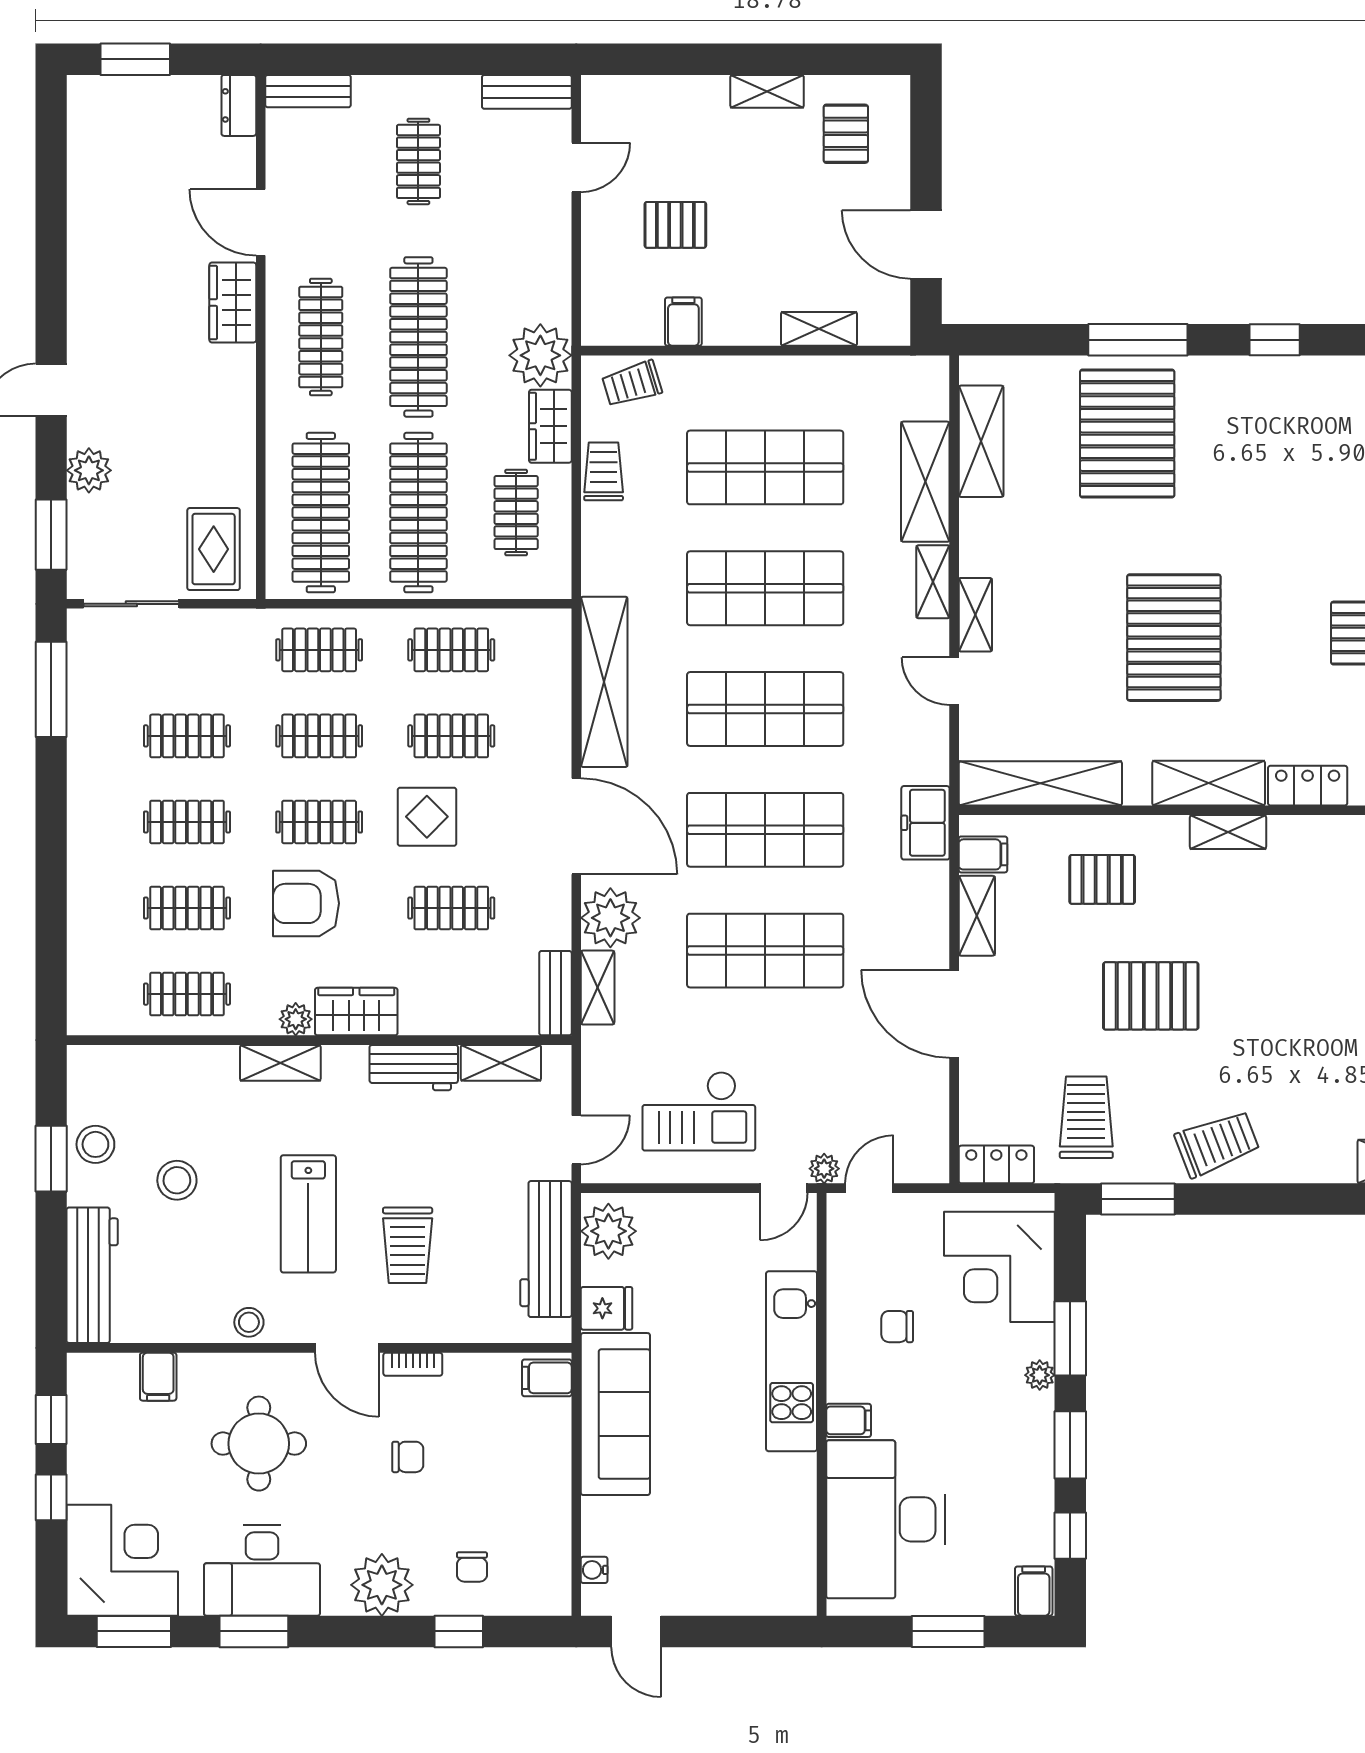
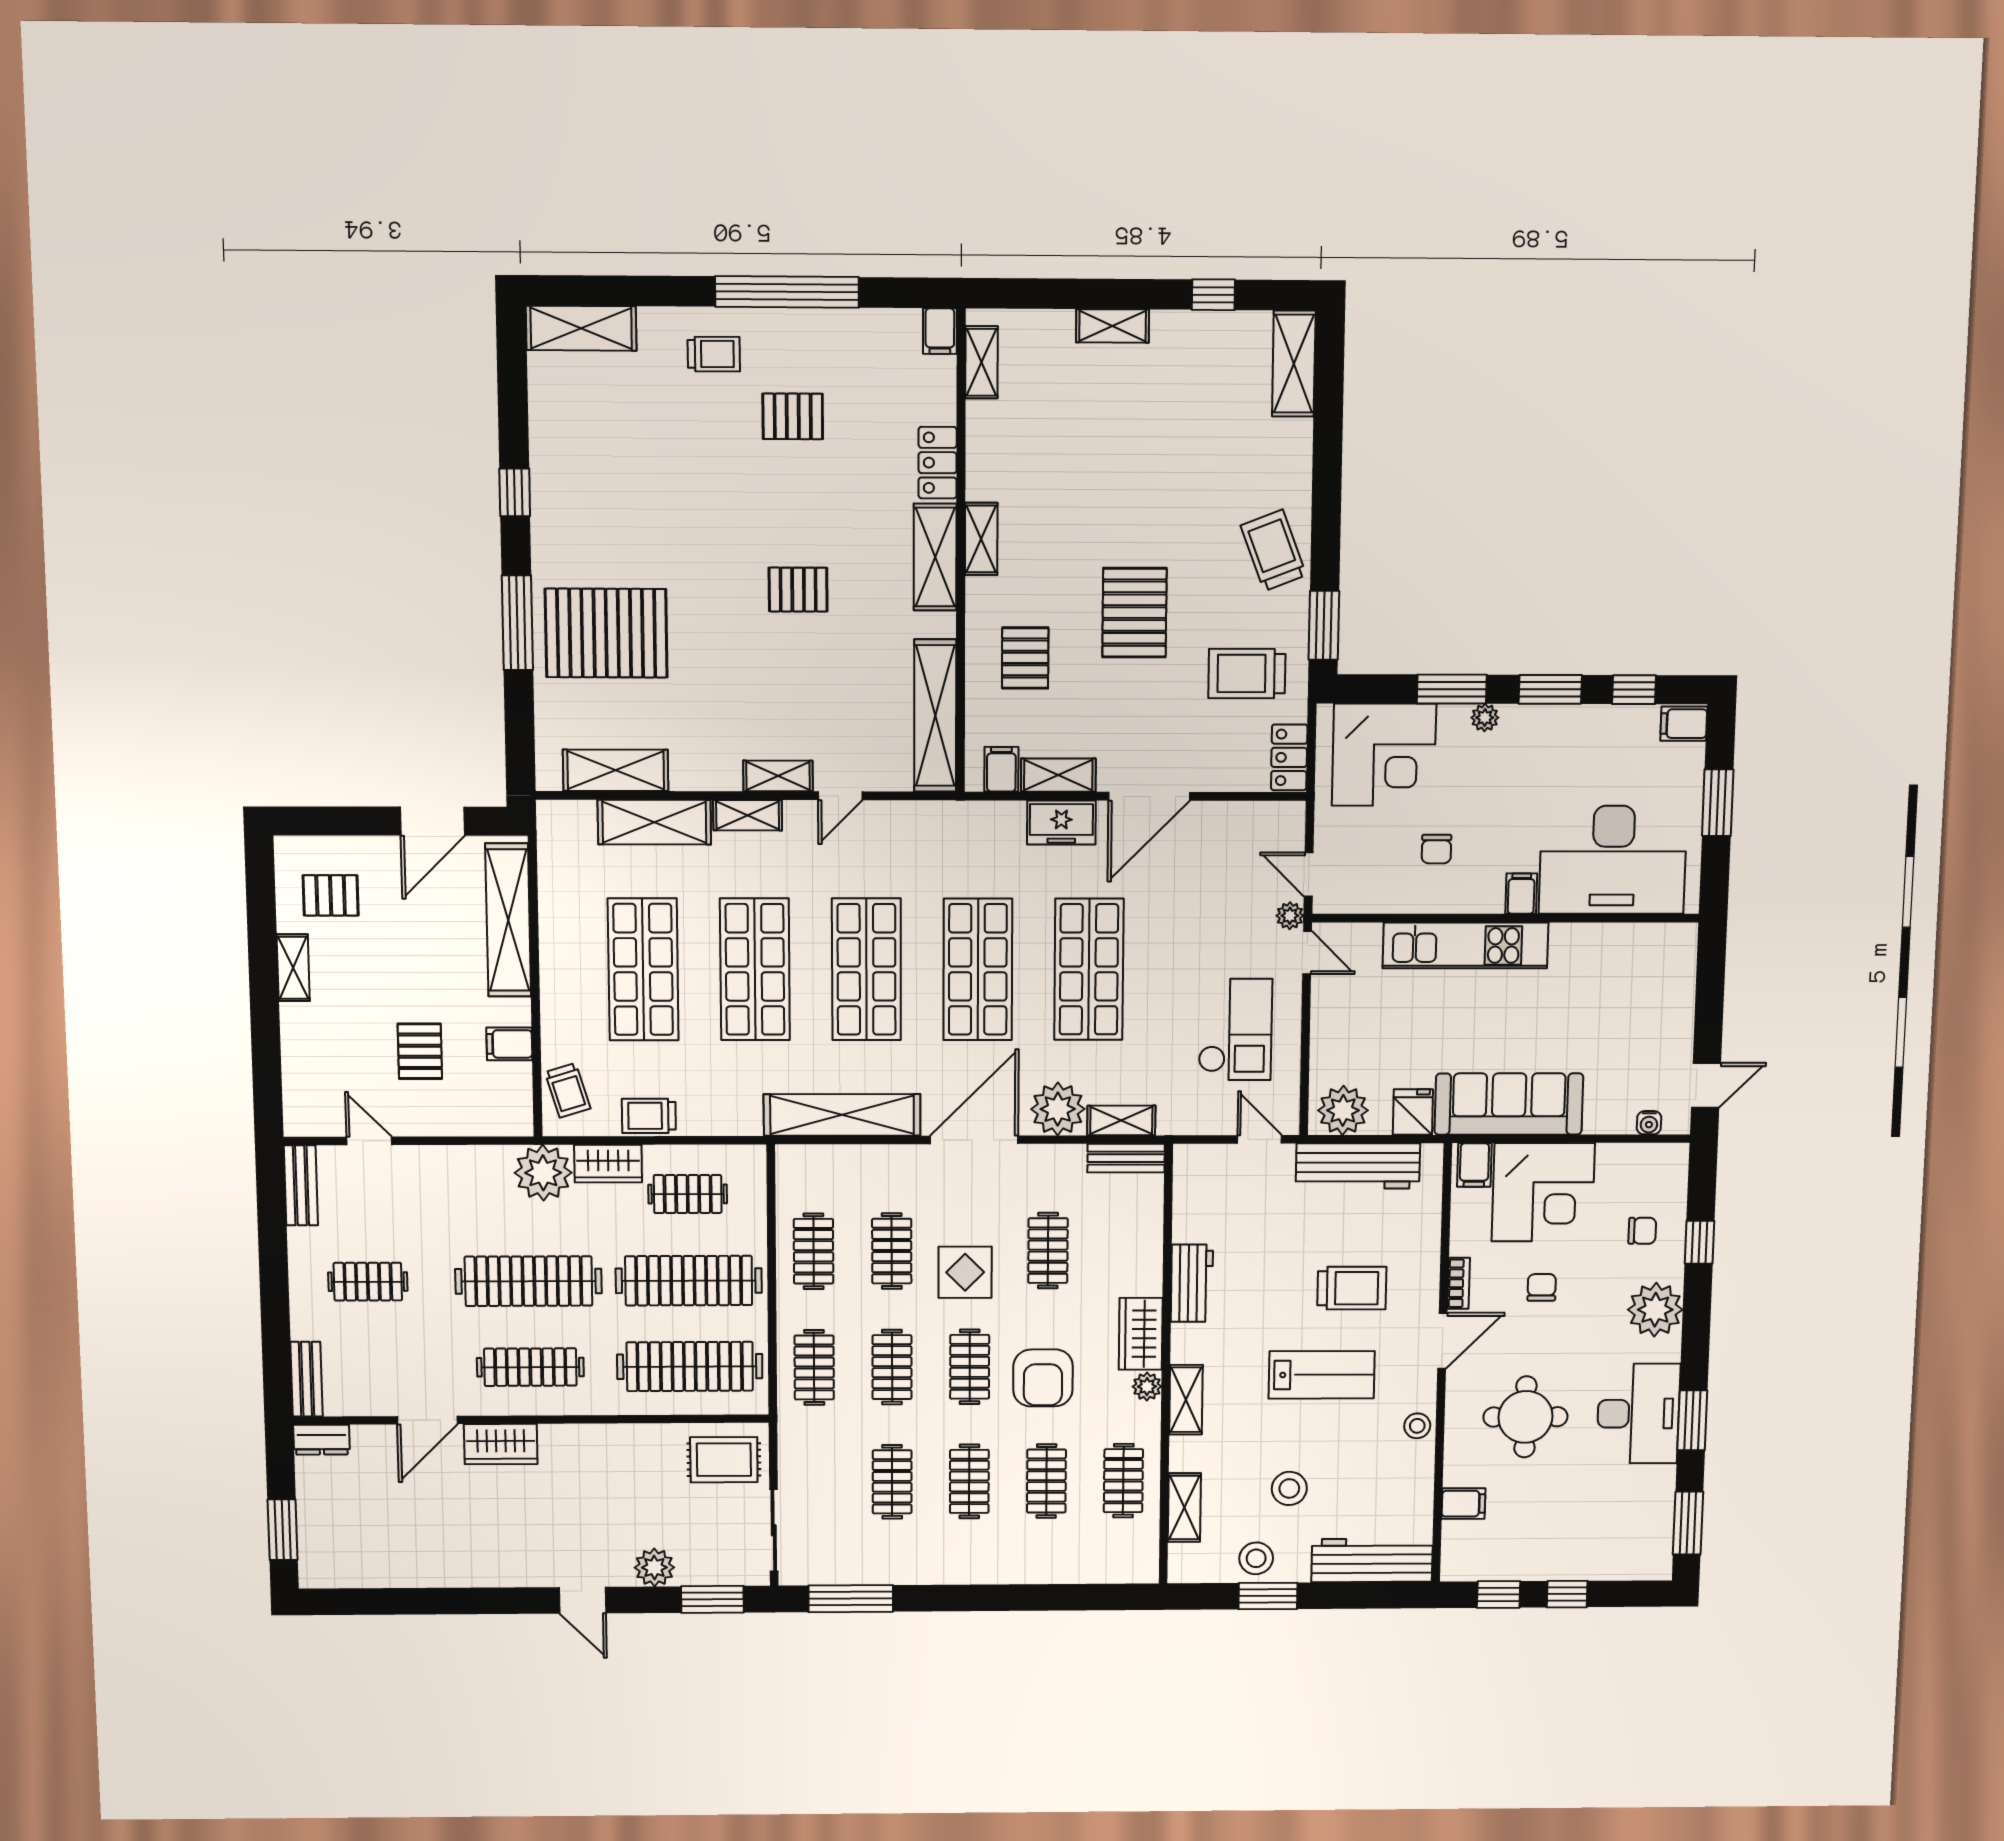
shelving: (819, 329) -> (508, 920), width x2.20, depth x1.33
pallet: (1174, 638) -> (798, 590), width x0.49, depth x0.50
freezer: (925, 823) -> (1061, 823), moved
shelving: (501, 1063) -> (1184, 1507), moved
corner desk: (122, 1560) -> (1543, 1192), moved, turned 180

